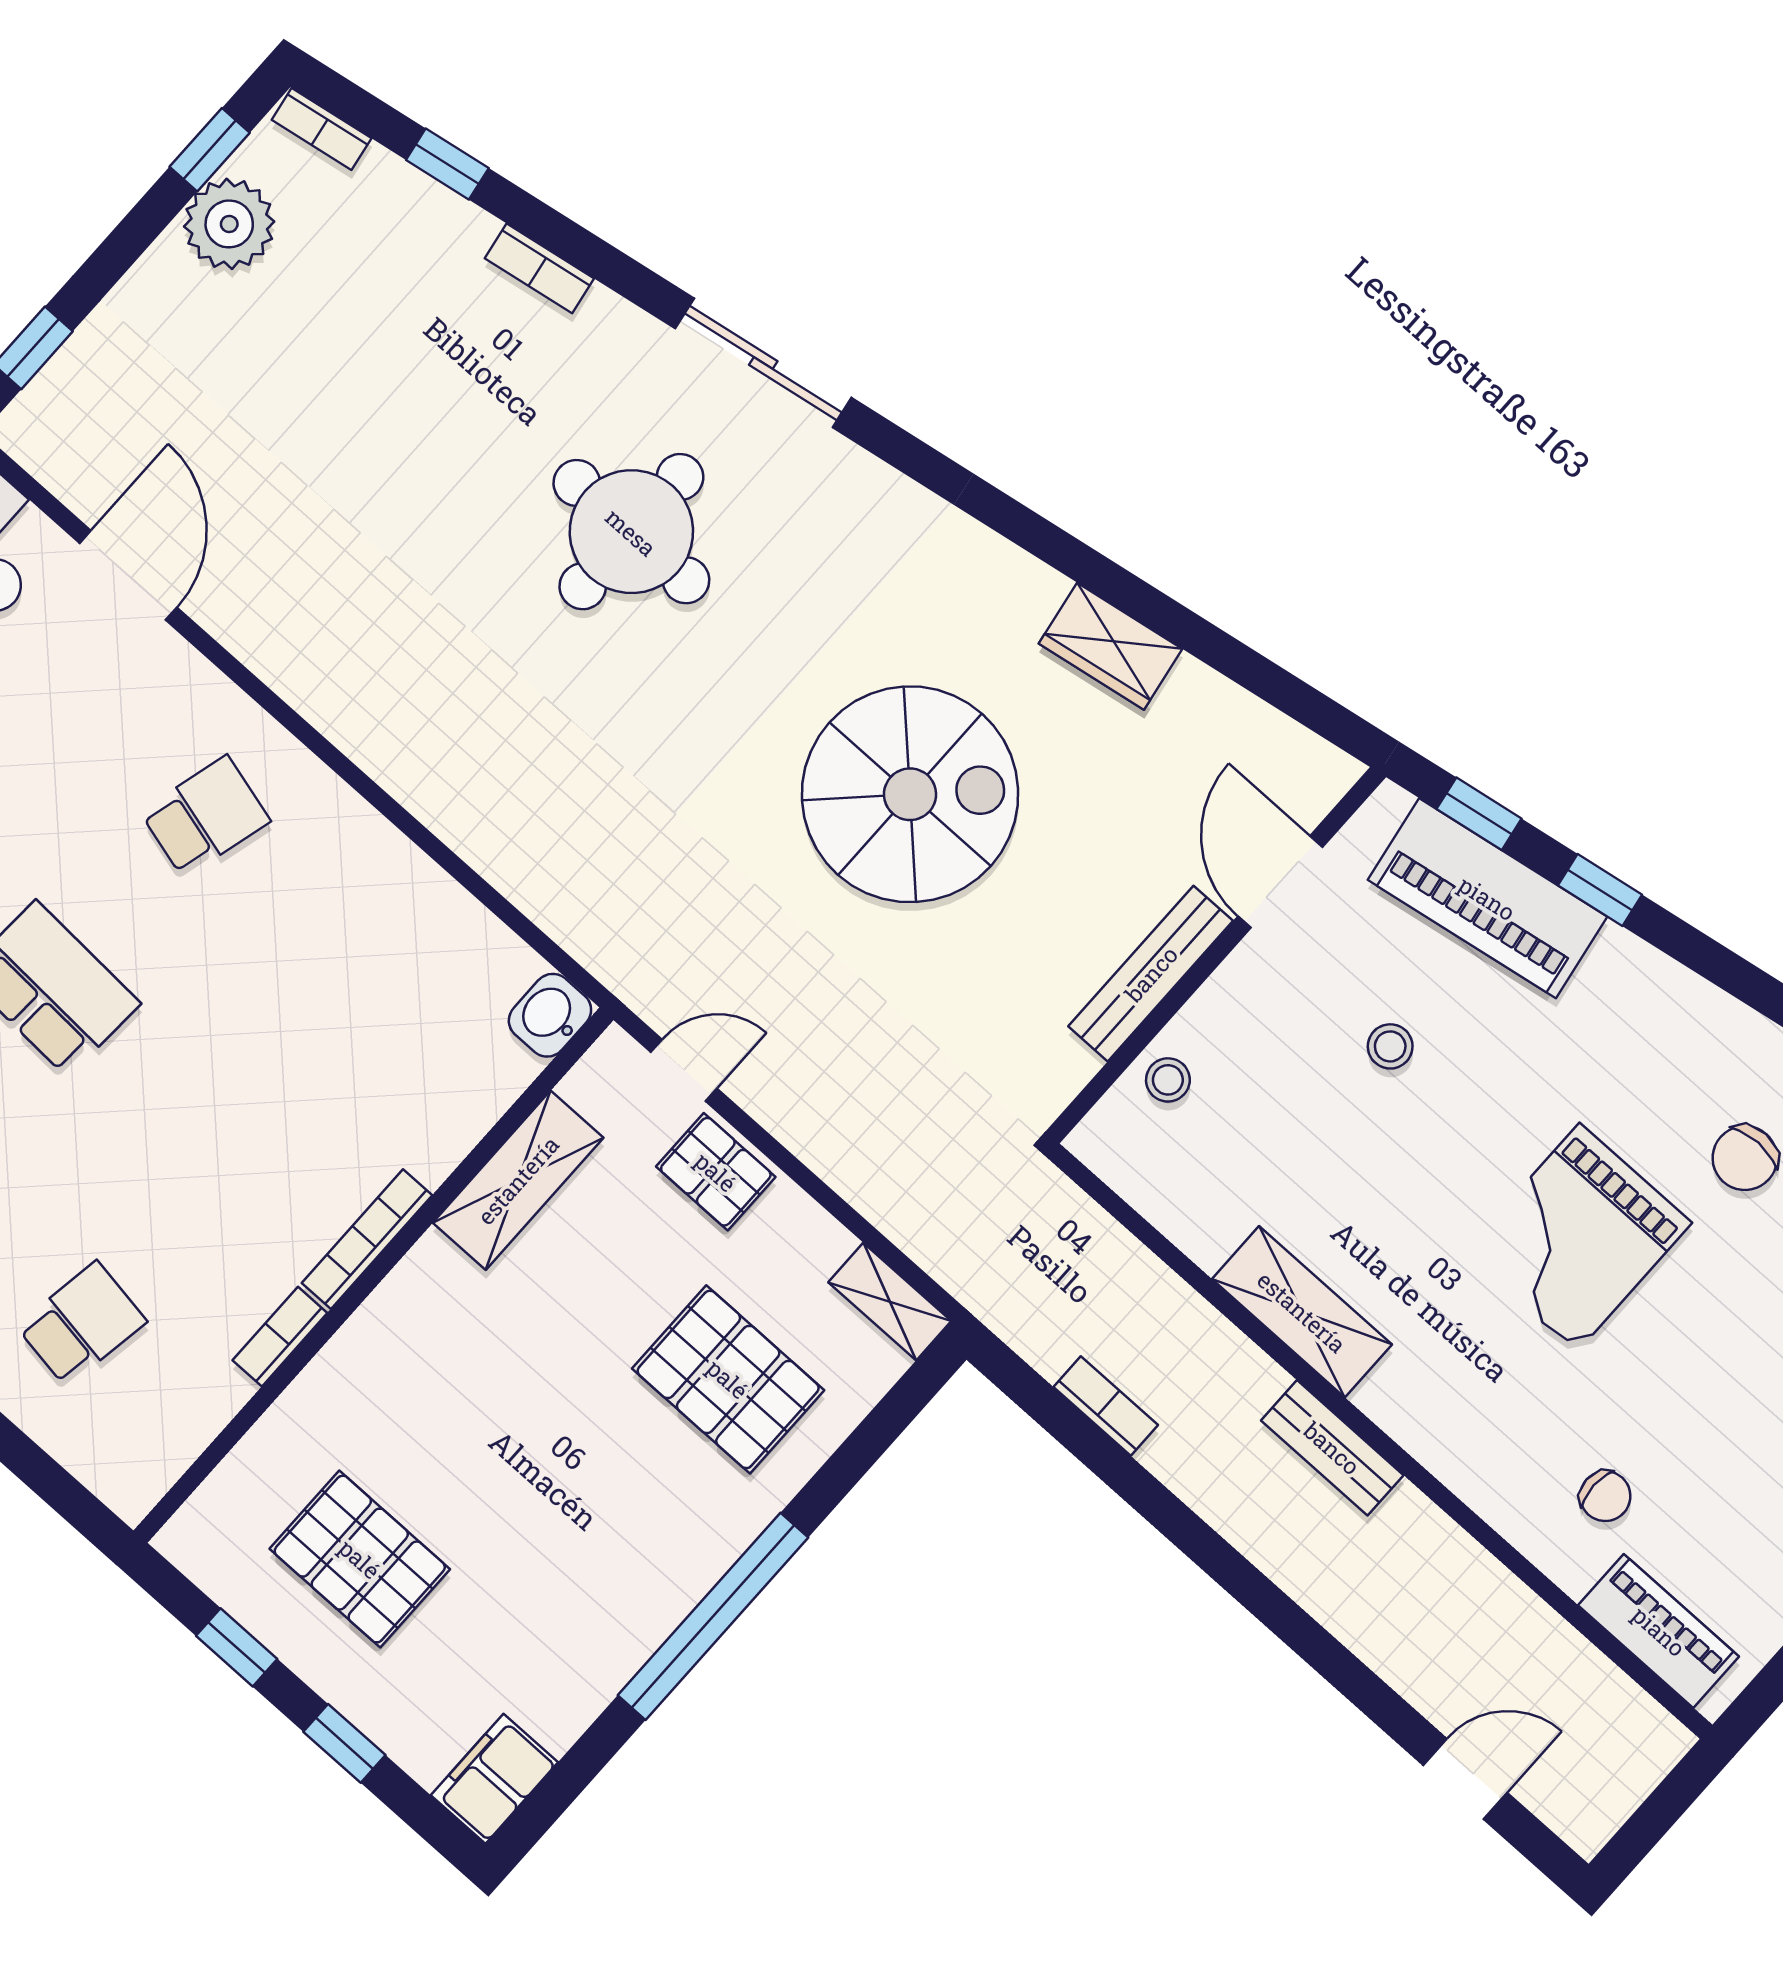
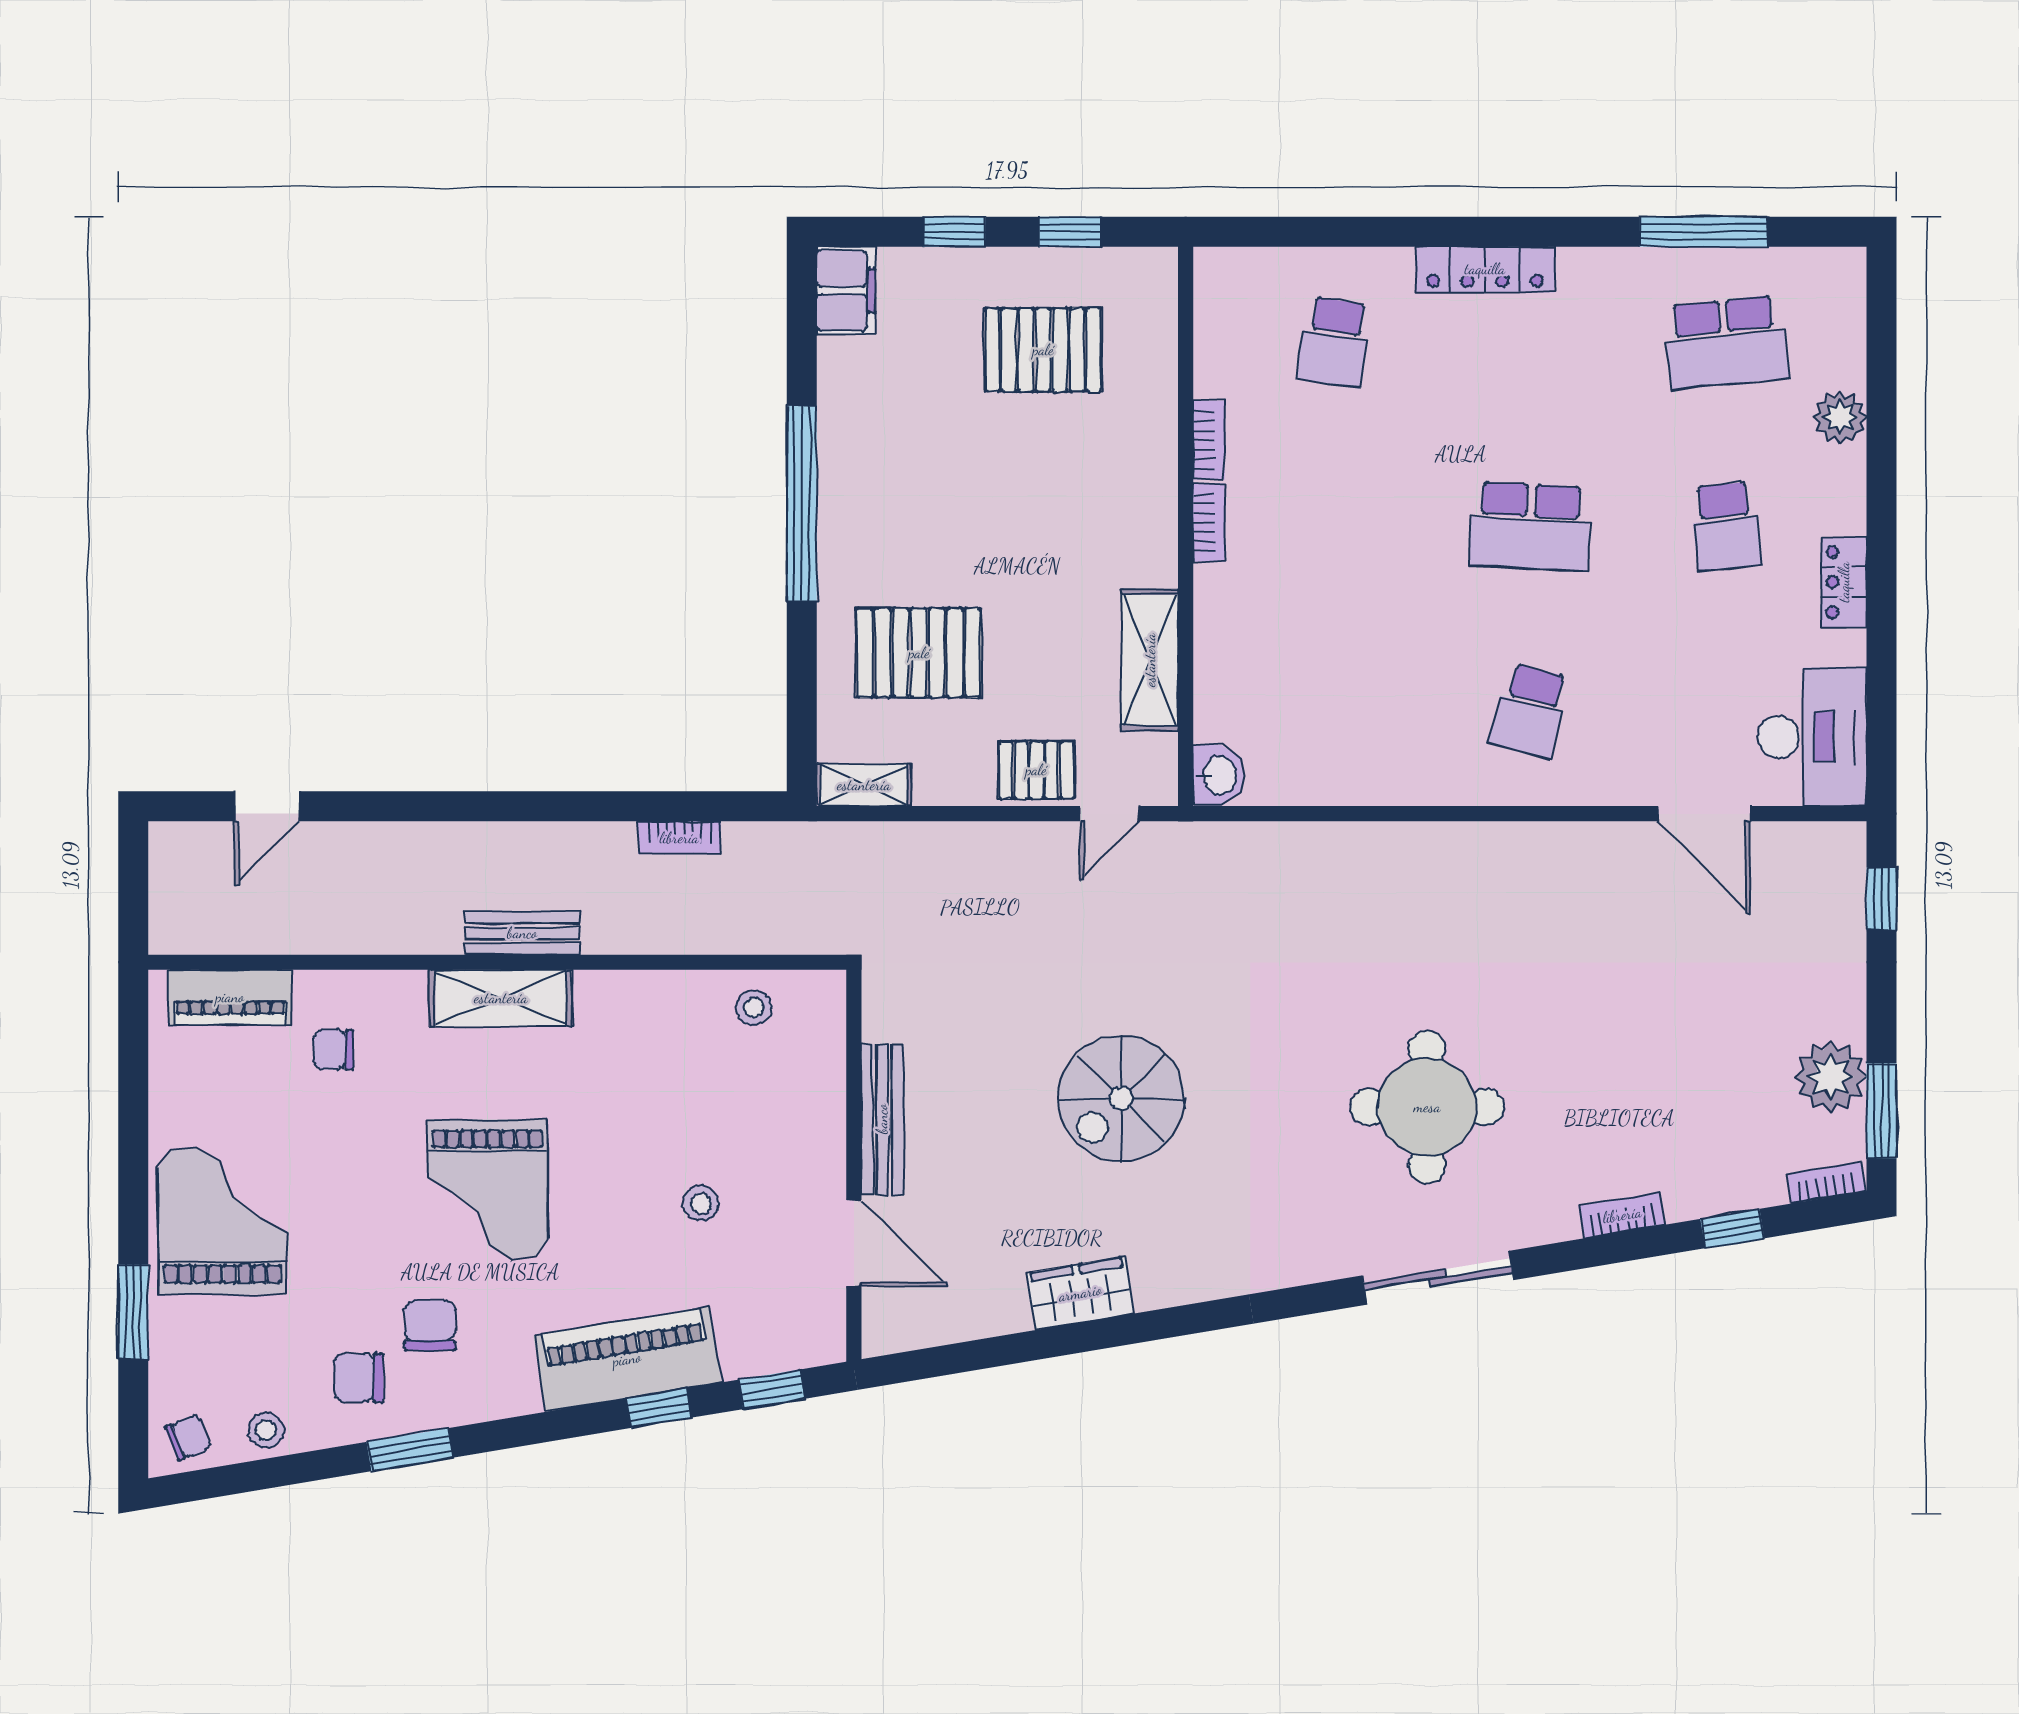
window: (210, 150) -> (1882, 1111), width x1.50
spiral stairs: (910, 794) -> (1121, 1098), width x0.73, depth x0.73
piano: (1487, 898) -> (627, 1359), moved
stool: (1168, 1080) -> (754, 1007), moved
grand piano: (1578, 1238) -> (487, 1189), turned 180
bookcase: (367, 1239) -> (1209, 523), width x0.64
shelving: (1302, 1312) -> (501, 998), moved

